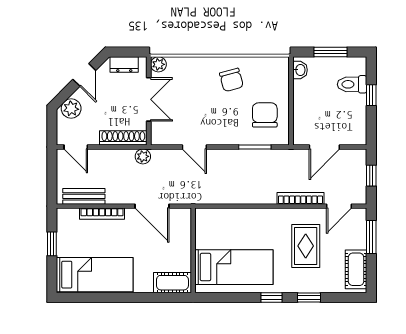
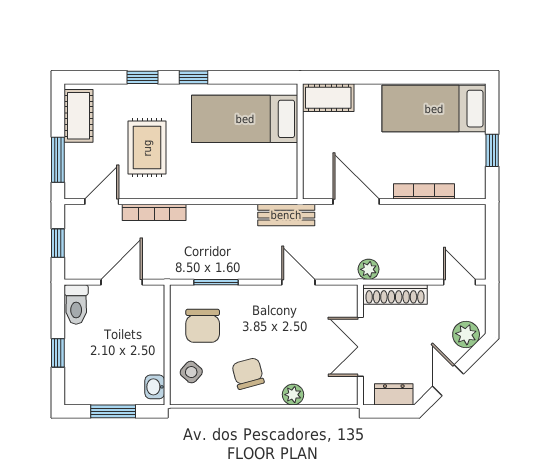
plant: (158, 64) -> (293, 395), moved
side table: (273, 81) -> (191, 372), added
toilet: (352, 84) -> (76, 304), moved, turned 90
bench: (84, 196) -> (286, 215), moved

